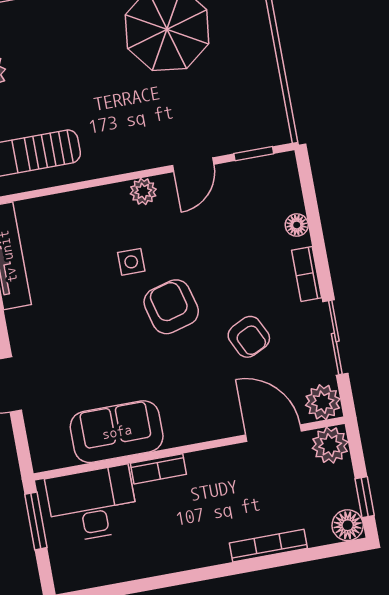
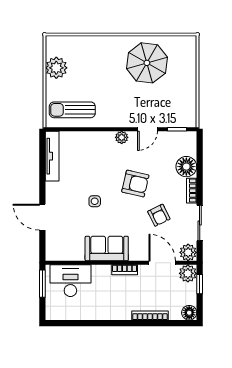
floor lamp: (297, 225) -> (186, 167), width x1.89, depth x1.89
side table: (131, 262) -> (95, 201), moved
armchair: (171, 307) -> (135, 184), moved, turned 118
sofa: (117, 432) -> (107, 249), moved
bookcase: (158, 469) -> (125, 270), moved
window: (365, 497) -> (200, 284), moved

